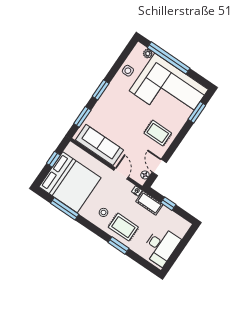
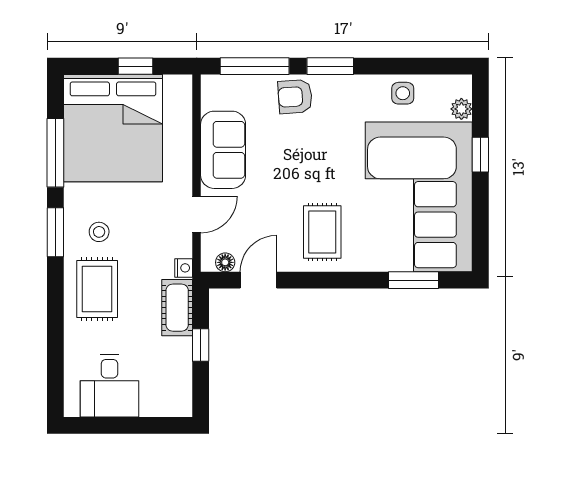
window: (169, 58) -> (480, 155), width x0.32
armchair: (103, 110) -> (295, 97), added
window: (82, 117) -> (255, 66), width x1.44
sofa: (99, 145) -> (223, 150), width x0.73
window: (119, 245) -> (55, 232), moved
desk: (161, 246) -> (109, 386), width x0.73

